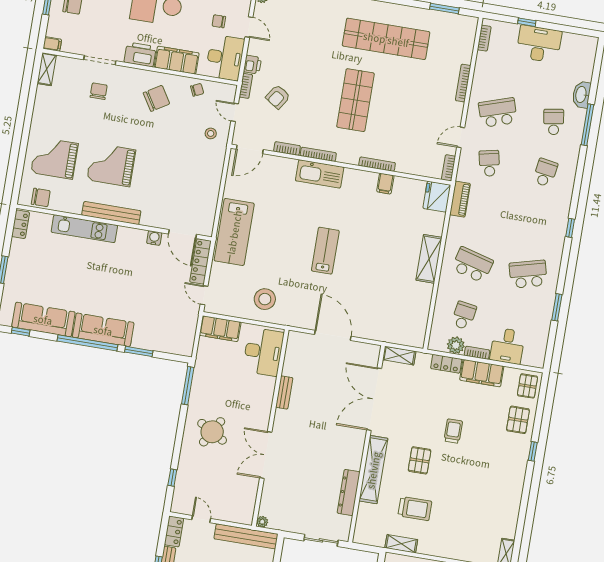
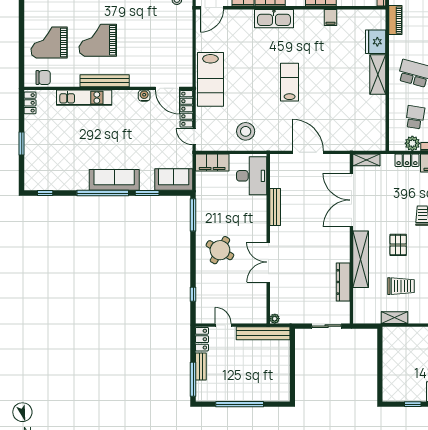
fridge: (437, 197) -> (376, 42), moved
sofa: (43, 319) -> (174, 180), moved, width x0.73
bench: (284, 392) -> (275, 207), width x1.36

